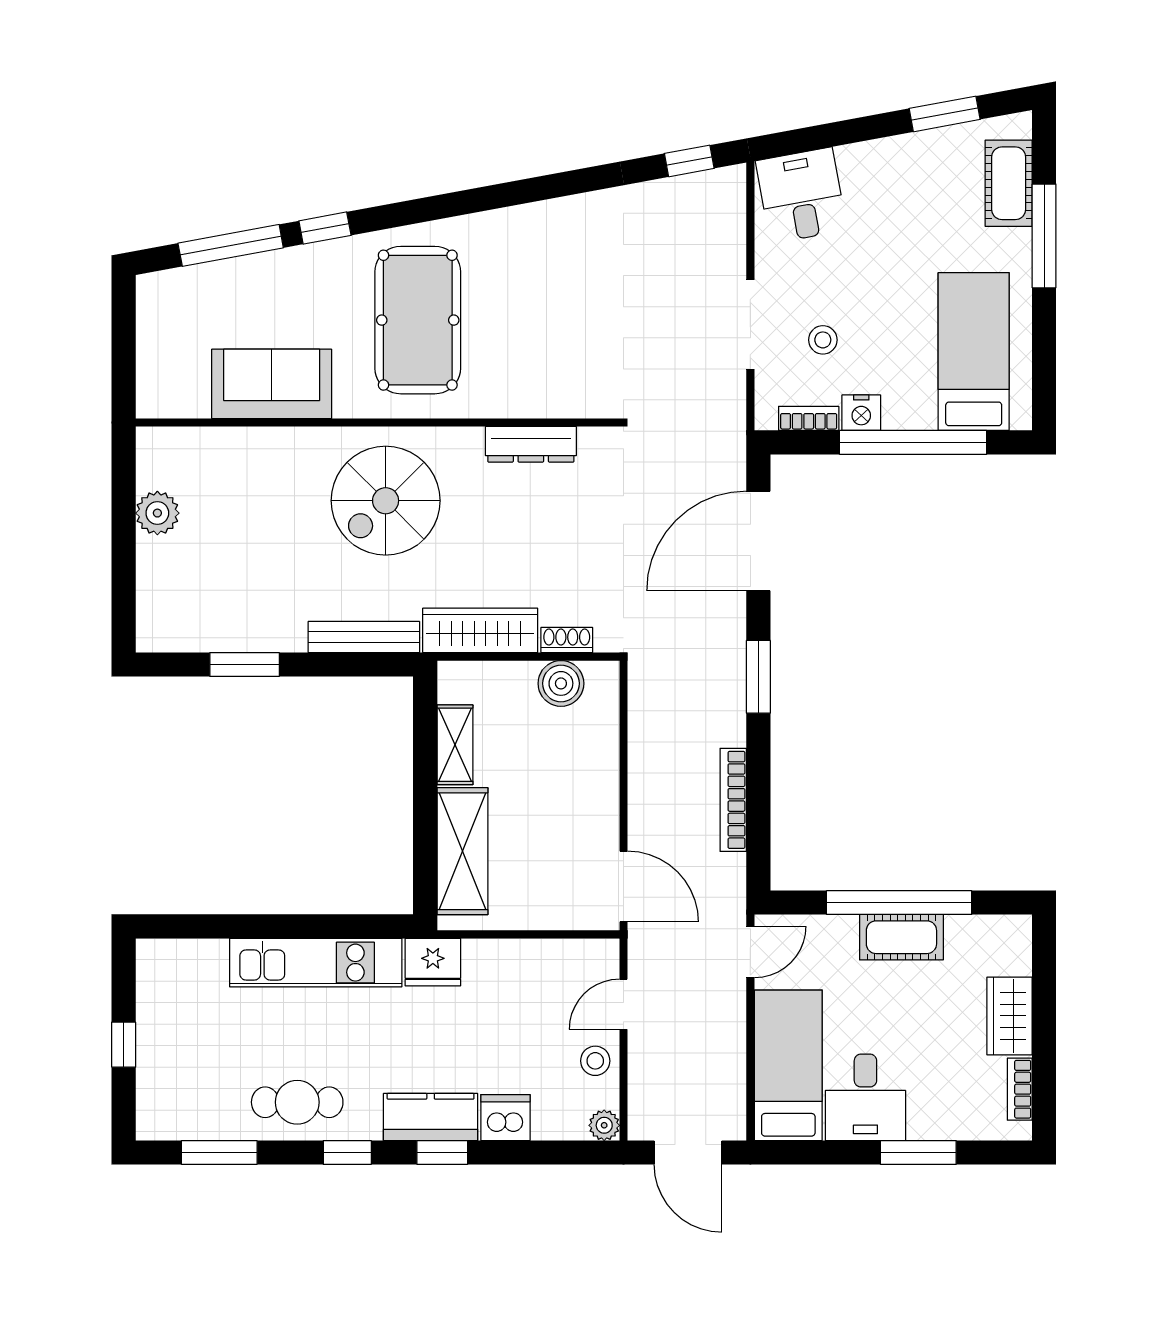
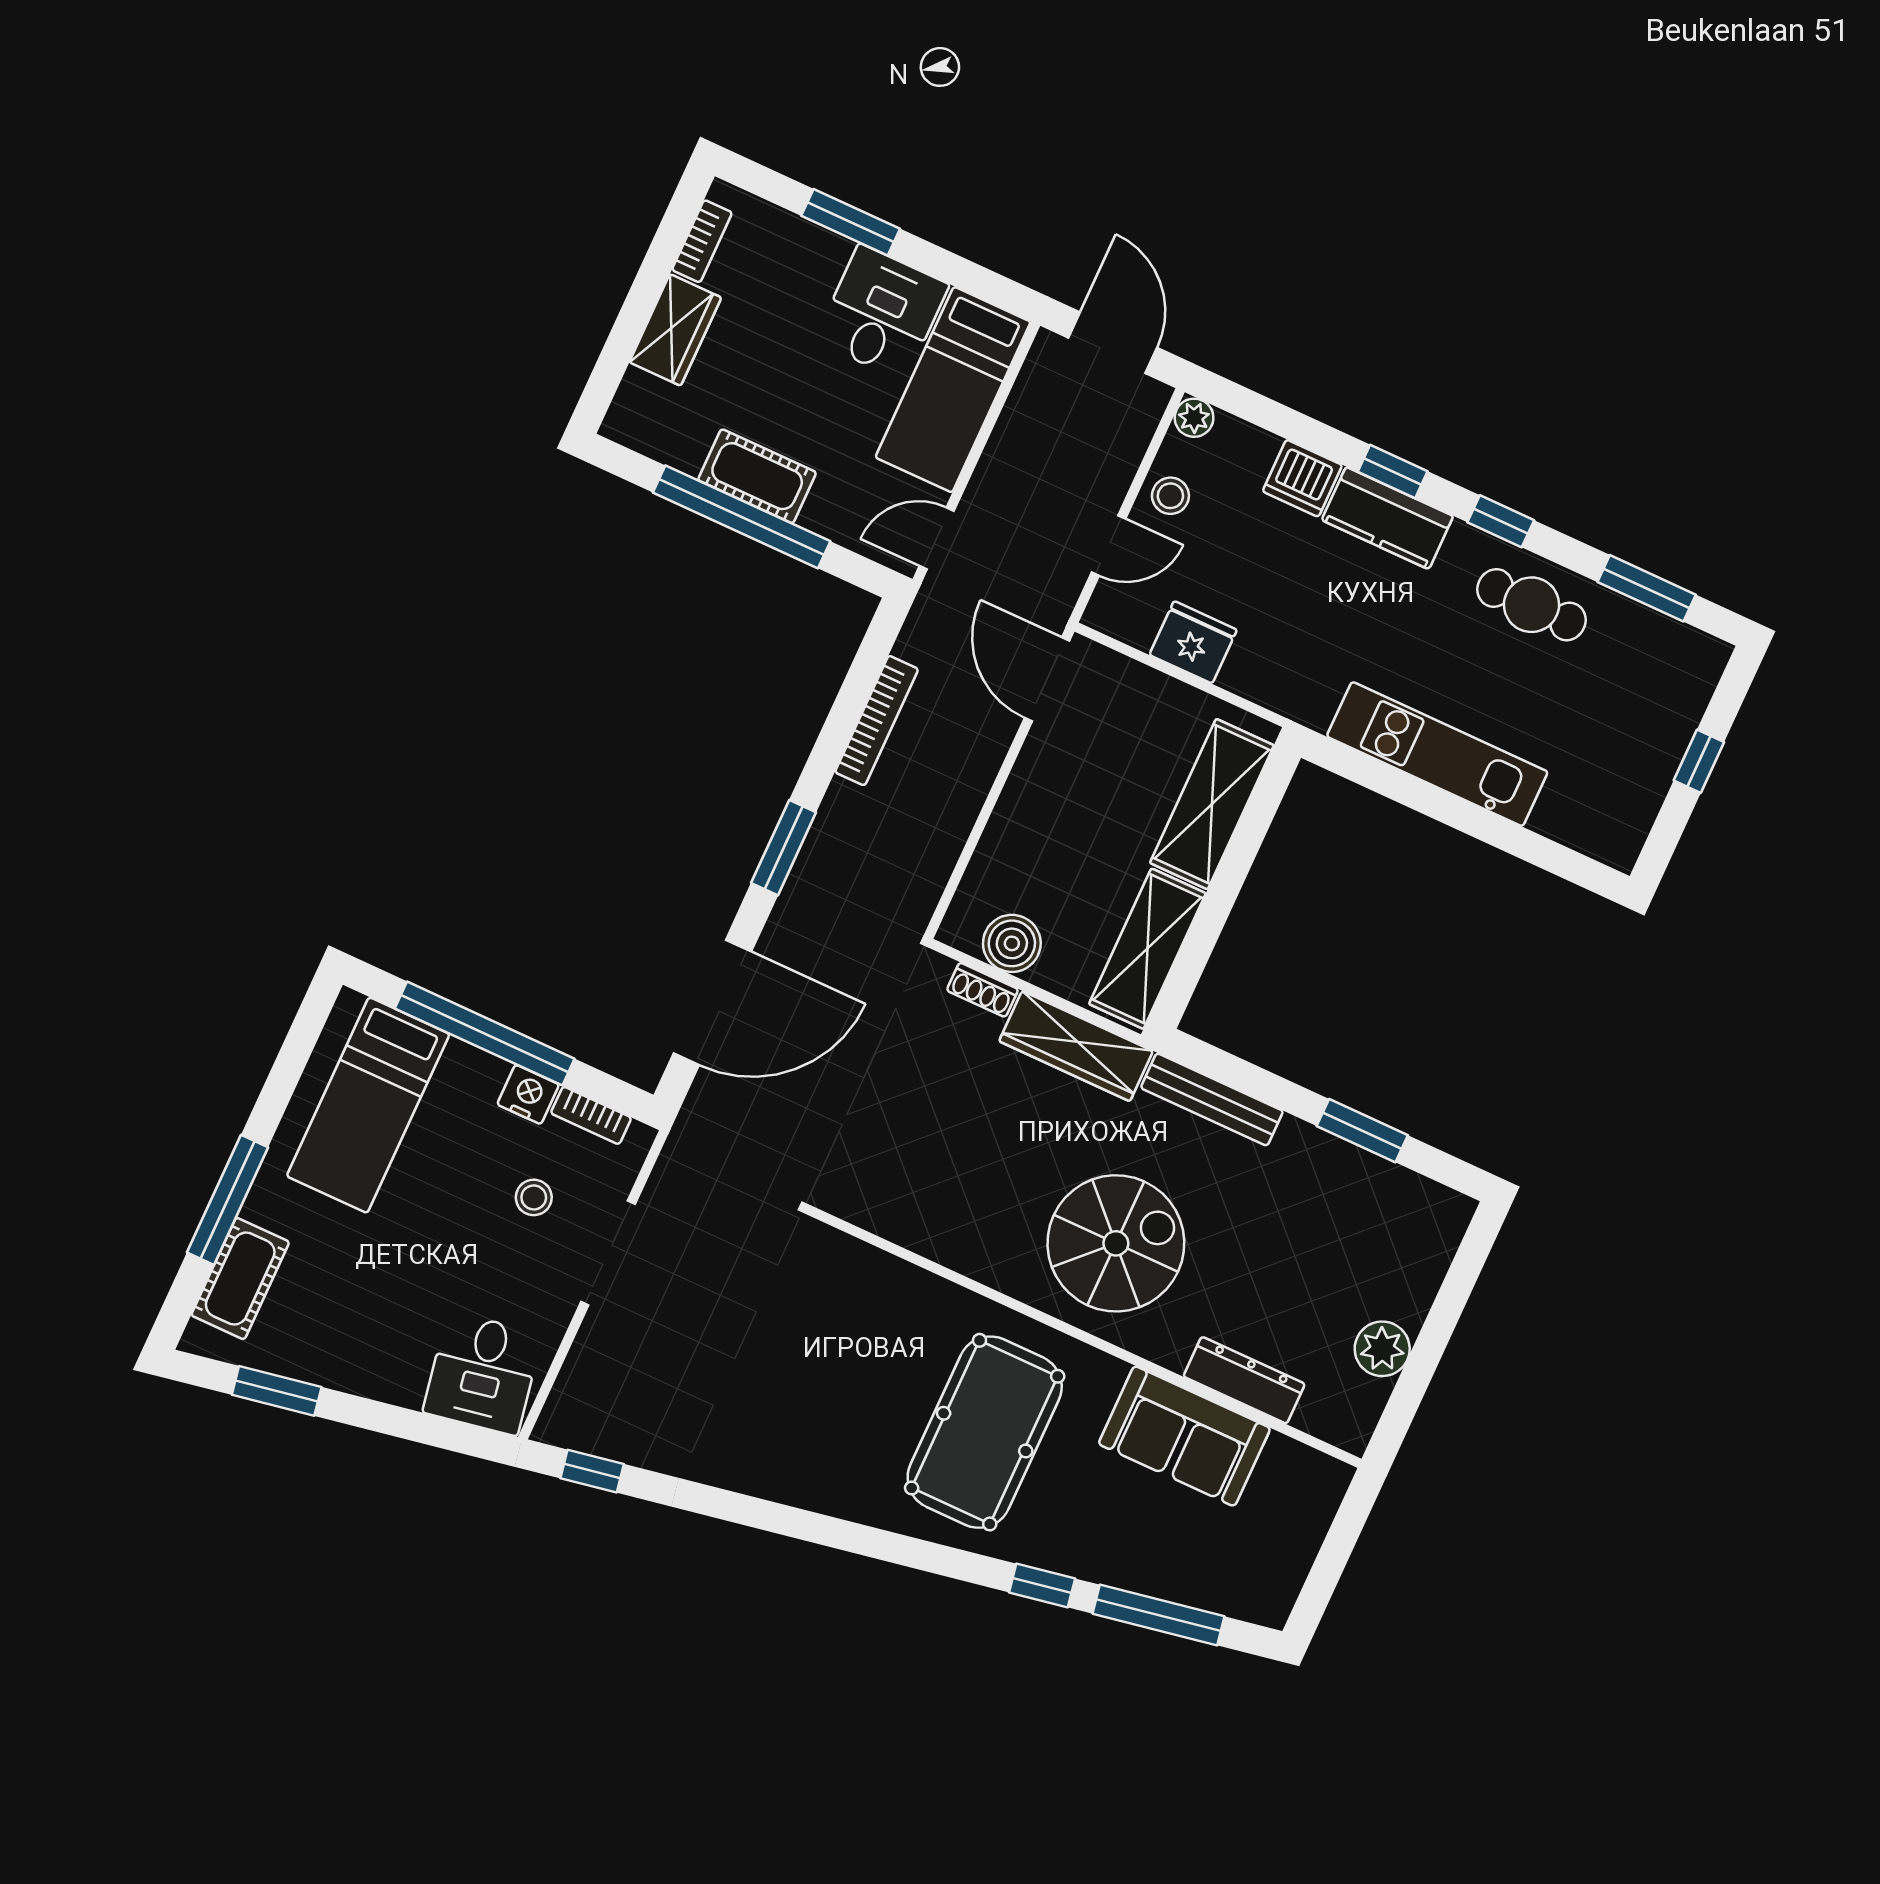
dresser: (531, 444) -> (1244, 1380), moved
shelving: (455, 745) -> (1147, 949), width x1.50, depth x1.33
fridge: (433, 962) -> (1193, 642), moved

